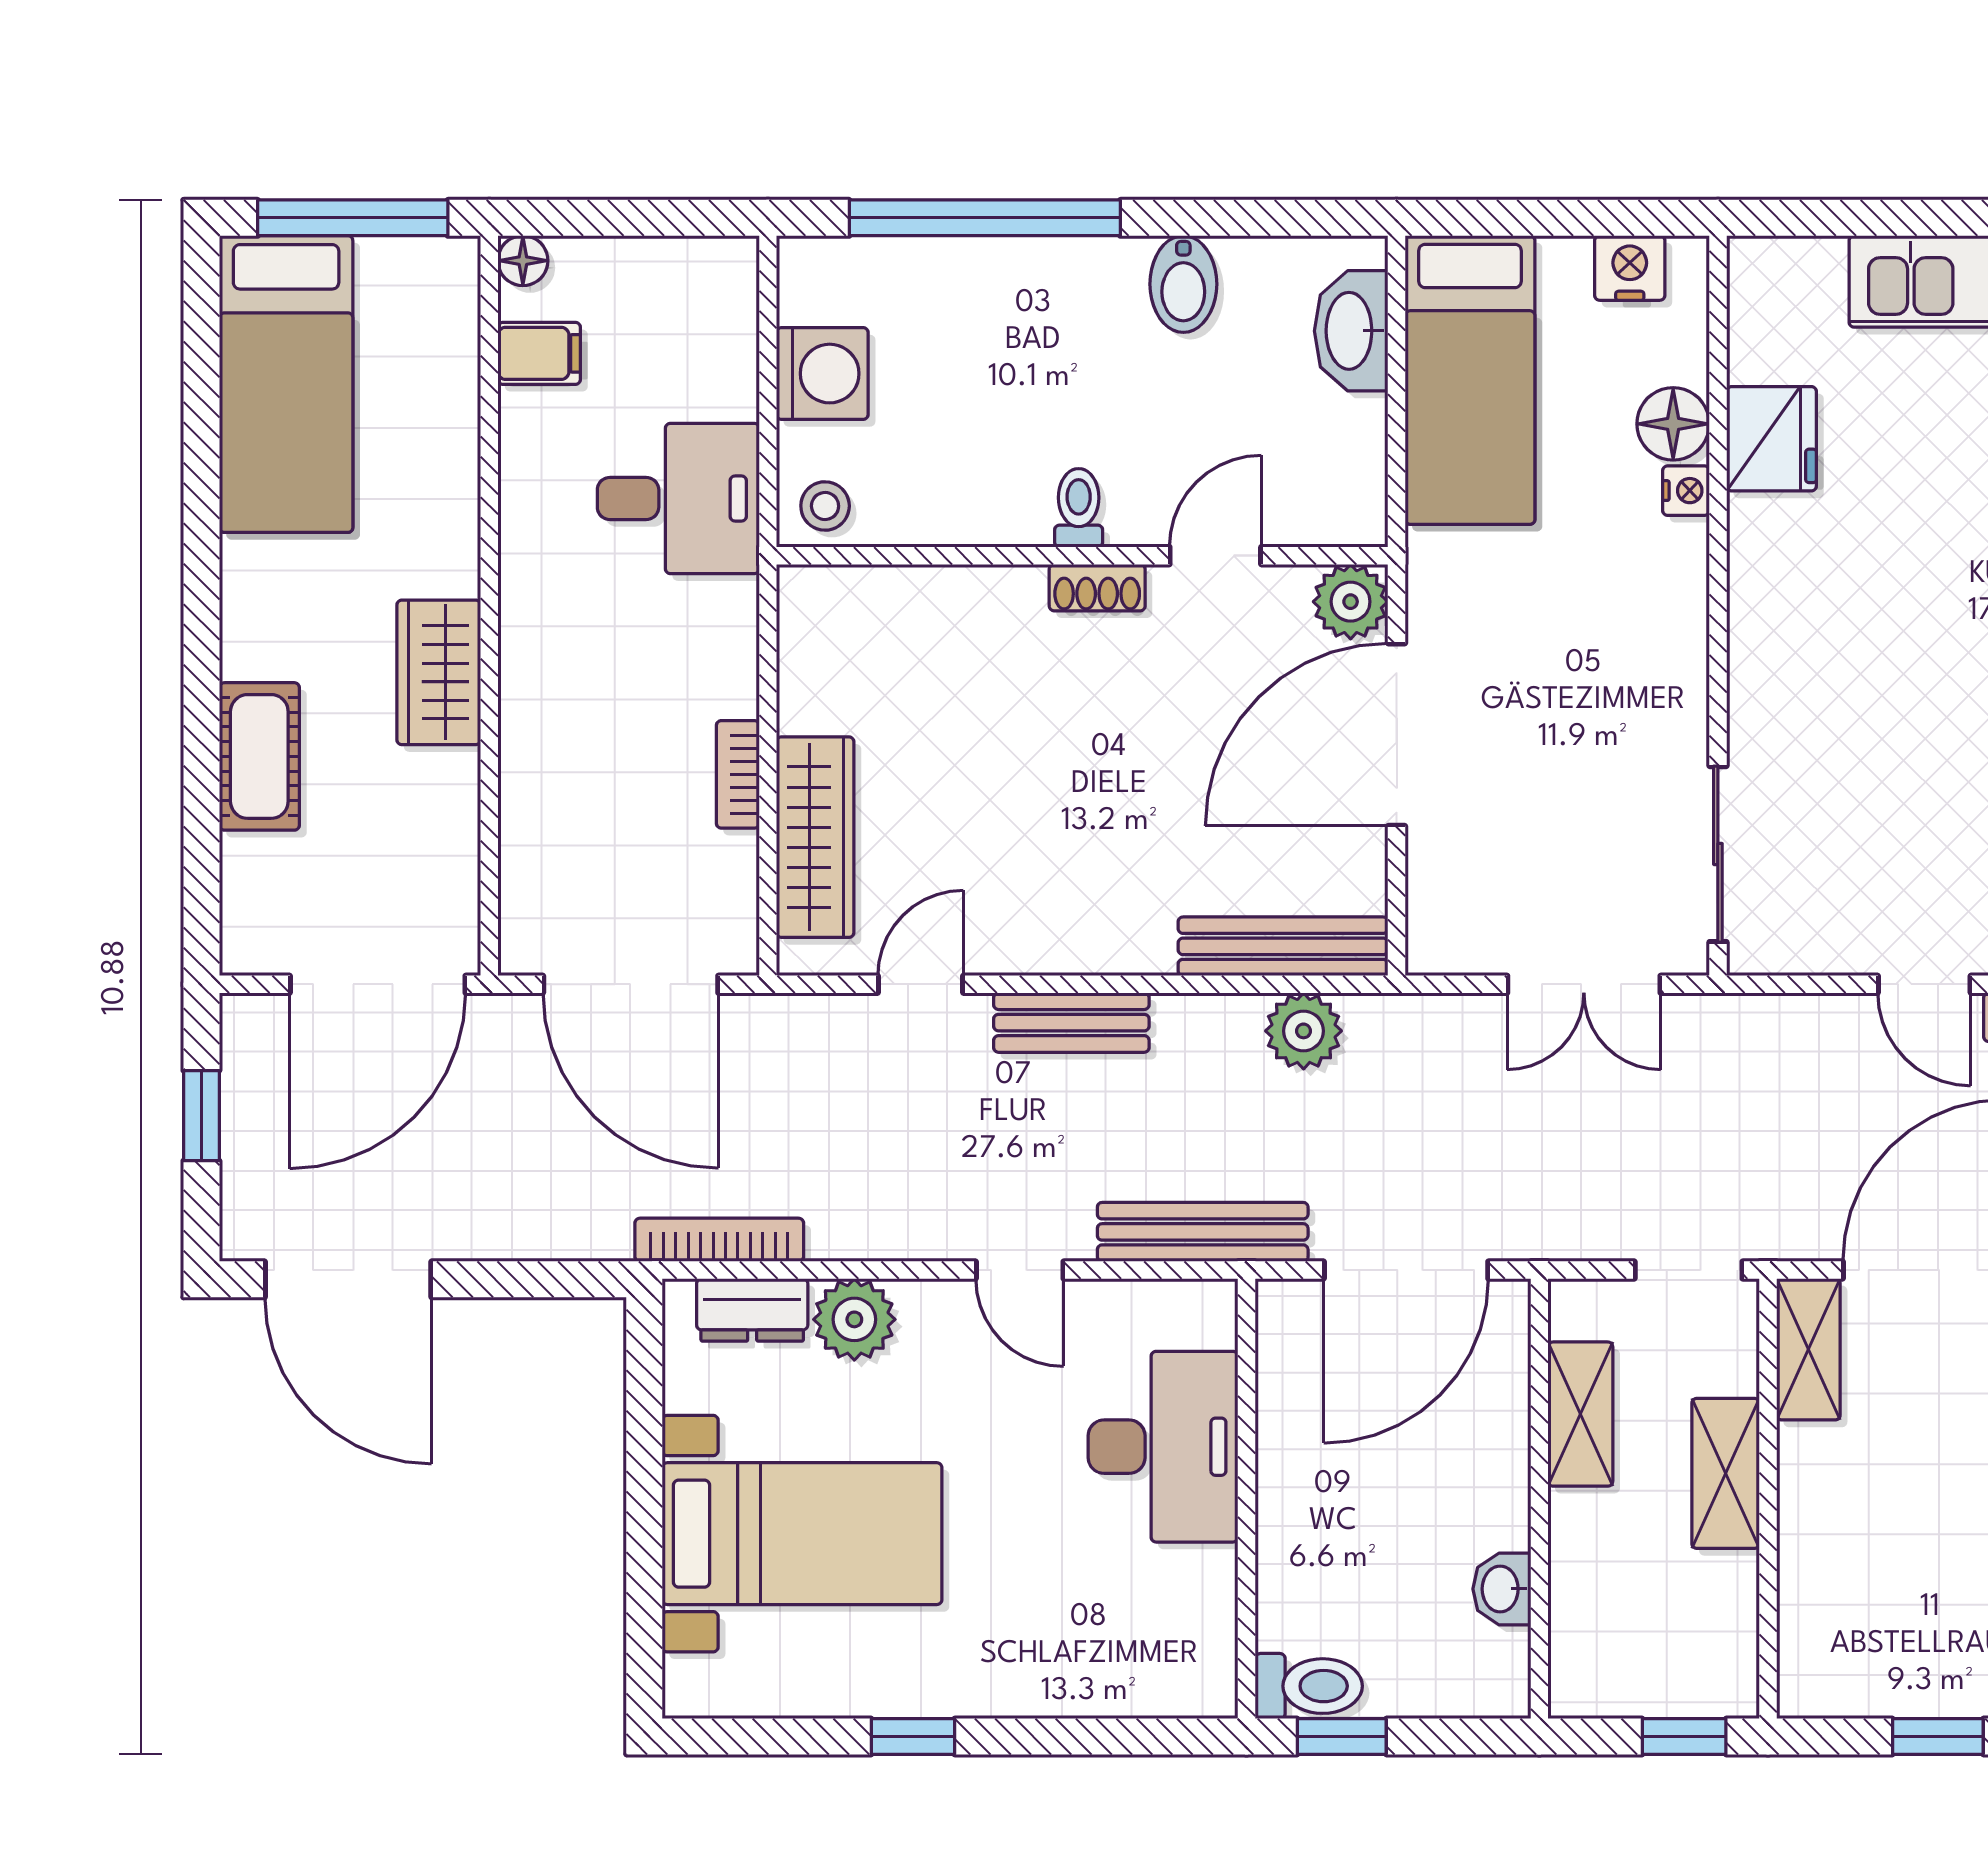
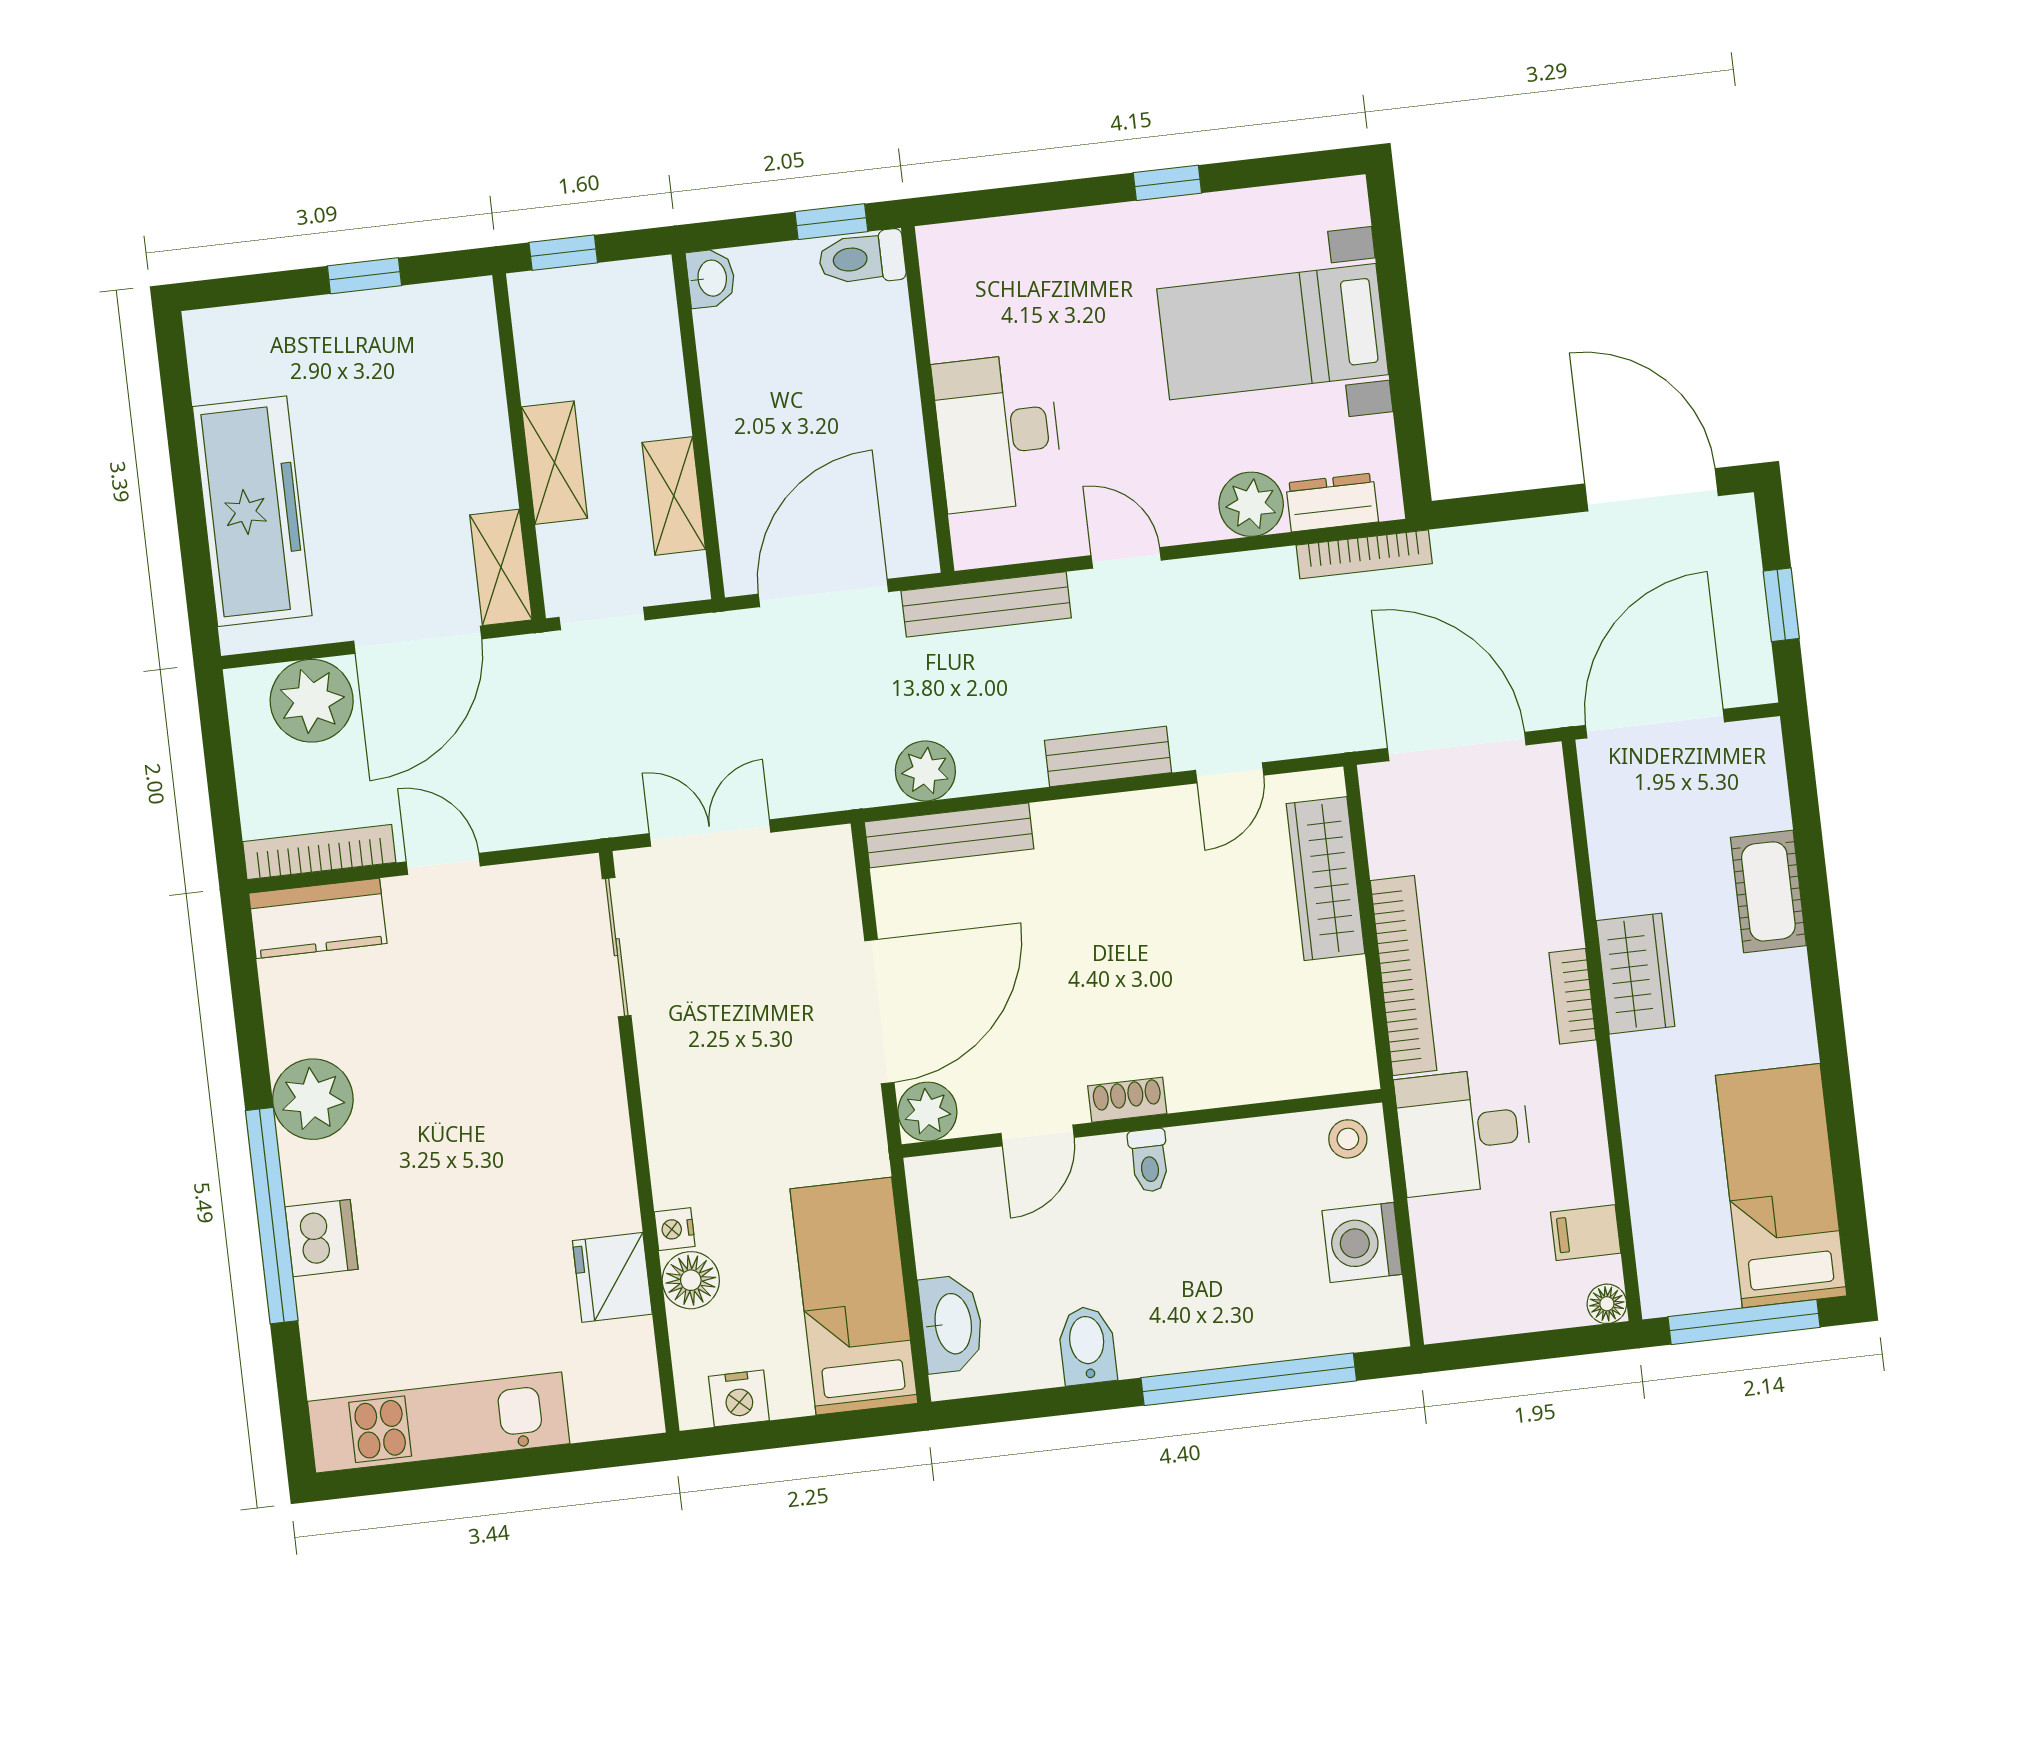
bookcase: (521, 653) -> (1573, 996), added
bookcase: (738, 774) -> (1404, 975), width x2.31, depth x1.31
washbasin: (1502, 1589) -> (711, 278), moved

